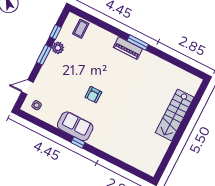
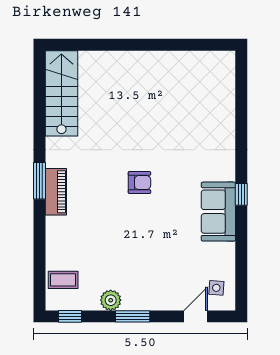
window: (55, 32) -> (70, 316), moved
door: (27, 87) -> (196, 316), swing flipped
armchair: (93, 95) -> (139, 183), moved
stairs: (175, 115) -> (61, 93), moved, turned -90

